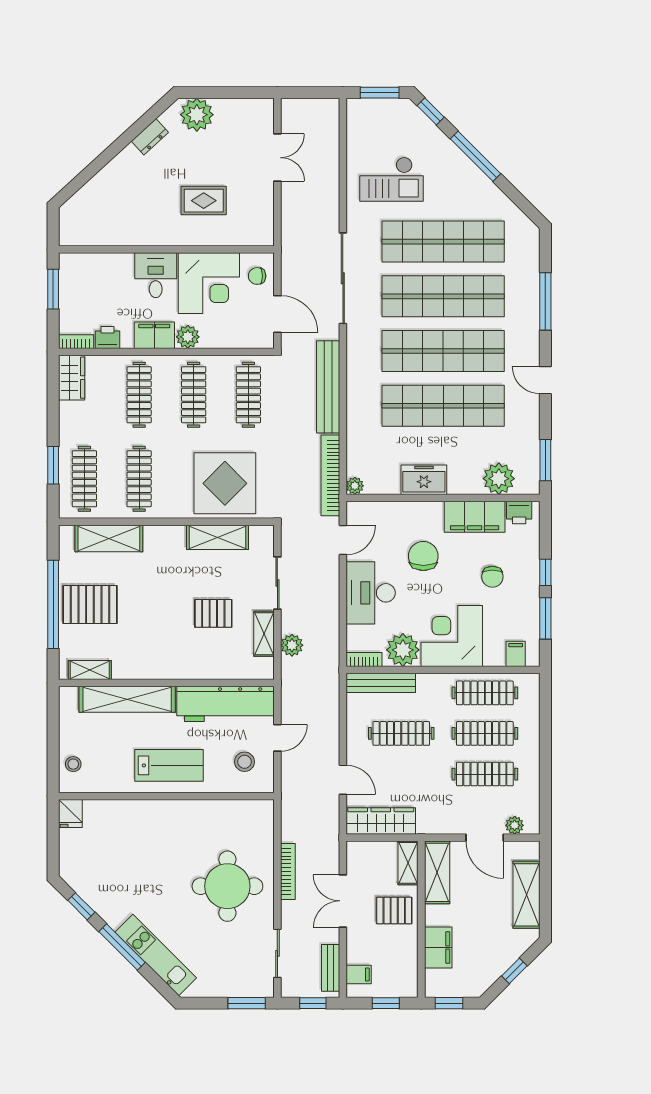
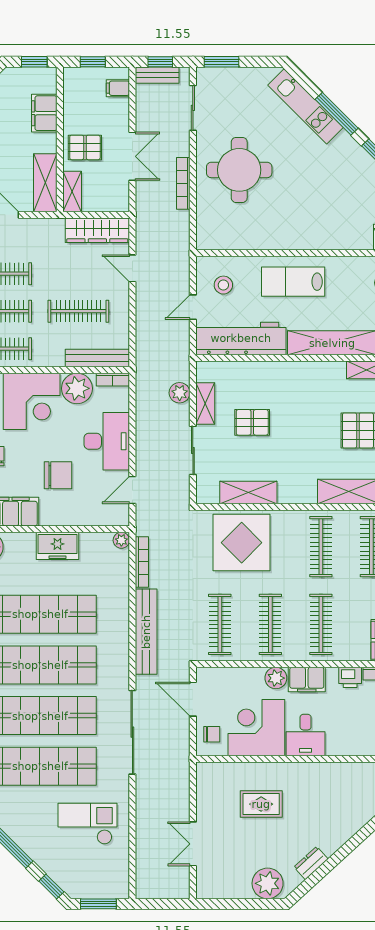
bookcase: (330, 475) -> (142, 562), width x0.68, depth x0.76
chair: (423, 556) -> (58, 475), turned -90
bench: (331, 968) -> (157, 75), moved, turned 90

